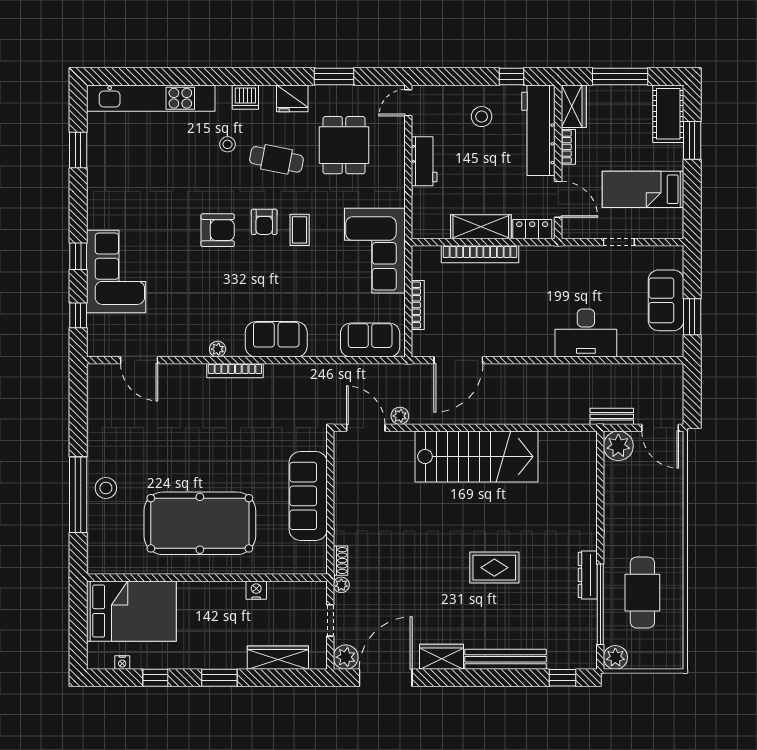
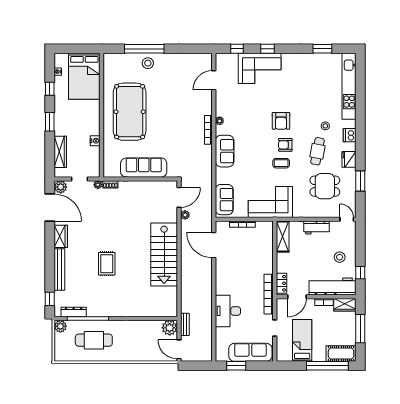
window: (692, 140) -> (327, 366), width x2.11
shelving: (481, 227) -> (283, 237), moved
bookcase: (480, 254) -> (269, 294), moved
sofa: (666, 300) -> (250, 352), width x1.36
door: (660, 428) -> (179, 349), hinge flipped
dresser: (588, 575) -> (74, 312), moved

